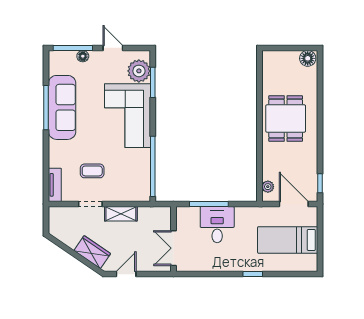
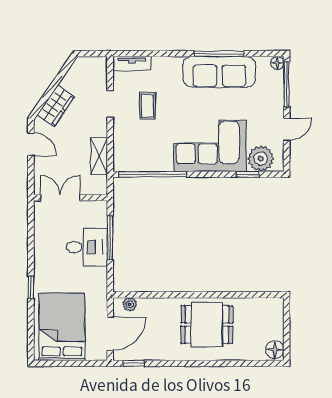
floor lamp: (83, 56) -> (277, 63), moved
window: (153, 82) -> (248, 174), width x0.67
shelving: (121, 214) -> (99, 156), moved
bed: (288, 240) -> (62, 327), width x1.50

